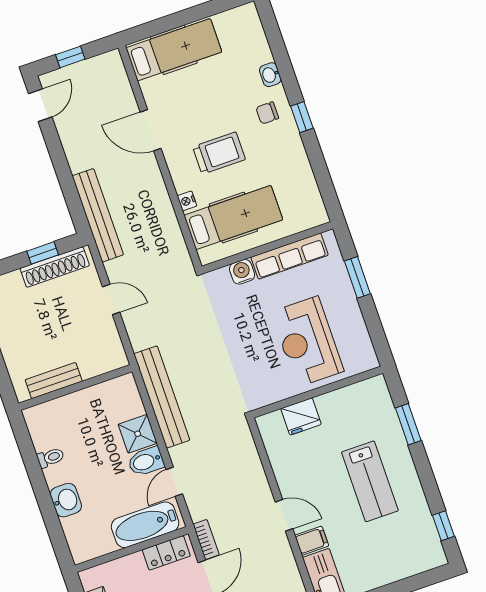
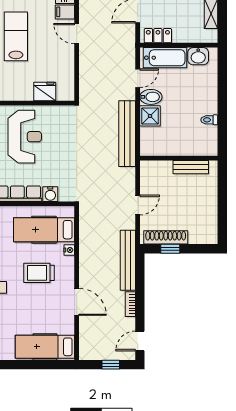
door: (111, 299) -> (138, 205), swing flipped
washbasin: (66, 500) -> (198, 56), moved, turned -90
bookcase: (206, 540) -> (130, 304), moved

